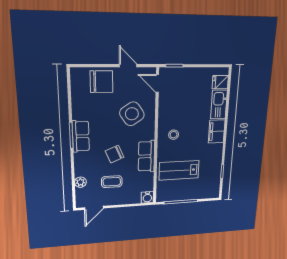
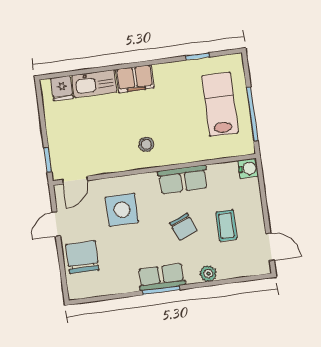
side table: (132, 114) -> (122, 210), turned 34
lab bench: (179, 170) -> (220, 104), moved, turned 180
plant: (80, 182) -> (208, 274), moved

